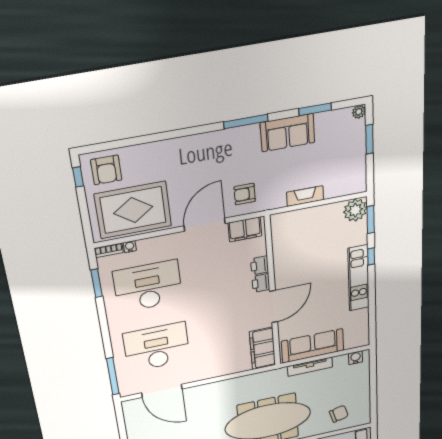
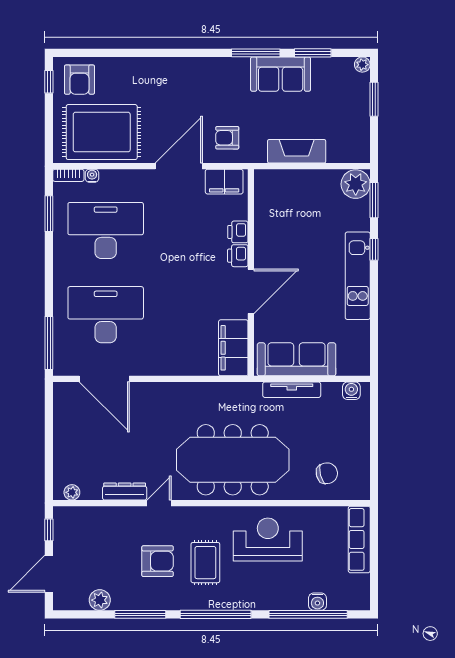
window: (246, 121) -> (256, 53), moved
fireplace: (305, 196) -> (297, 151), width x1.37, depth x1.32

